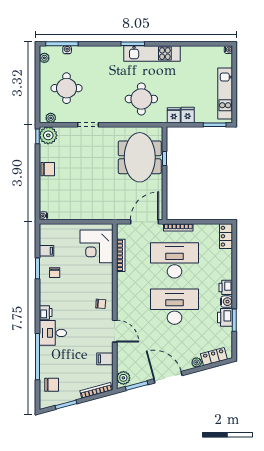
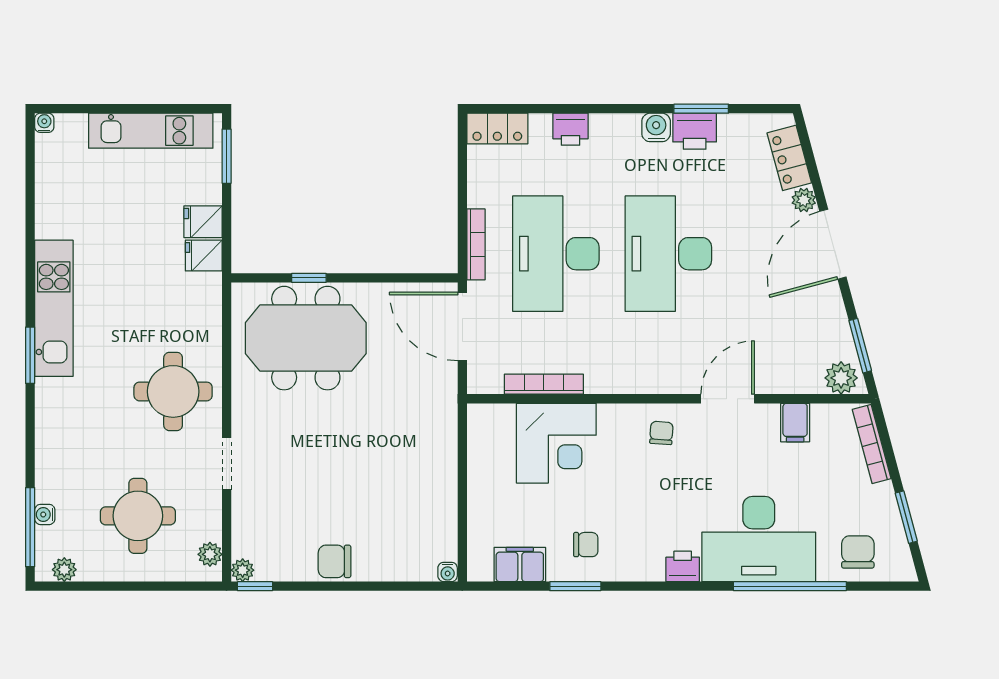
round table: (141, 99) -> (173, 391), moved
plant: (48, 135) -> (243, 570), width x0.53, depth x0.53
chair: (48, 169) -> (334, 561), turned -90
corner desk: (96, 246) -> (556, 443), moved
filing cabinet: (46, 251) -> (520, 565), width x2.00
printer: (226, 287) -> (571, 129), moved
desk: (53, 333) -> (759, 539), width x1.87, depth x1.30
door: (168, 377) -> (833, 244), moved

